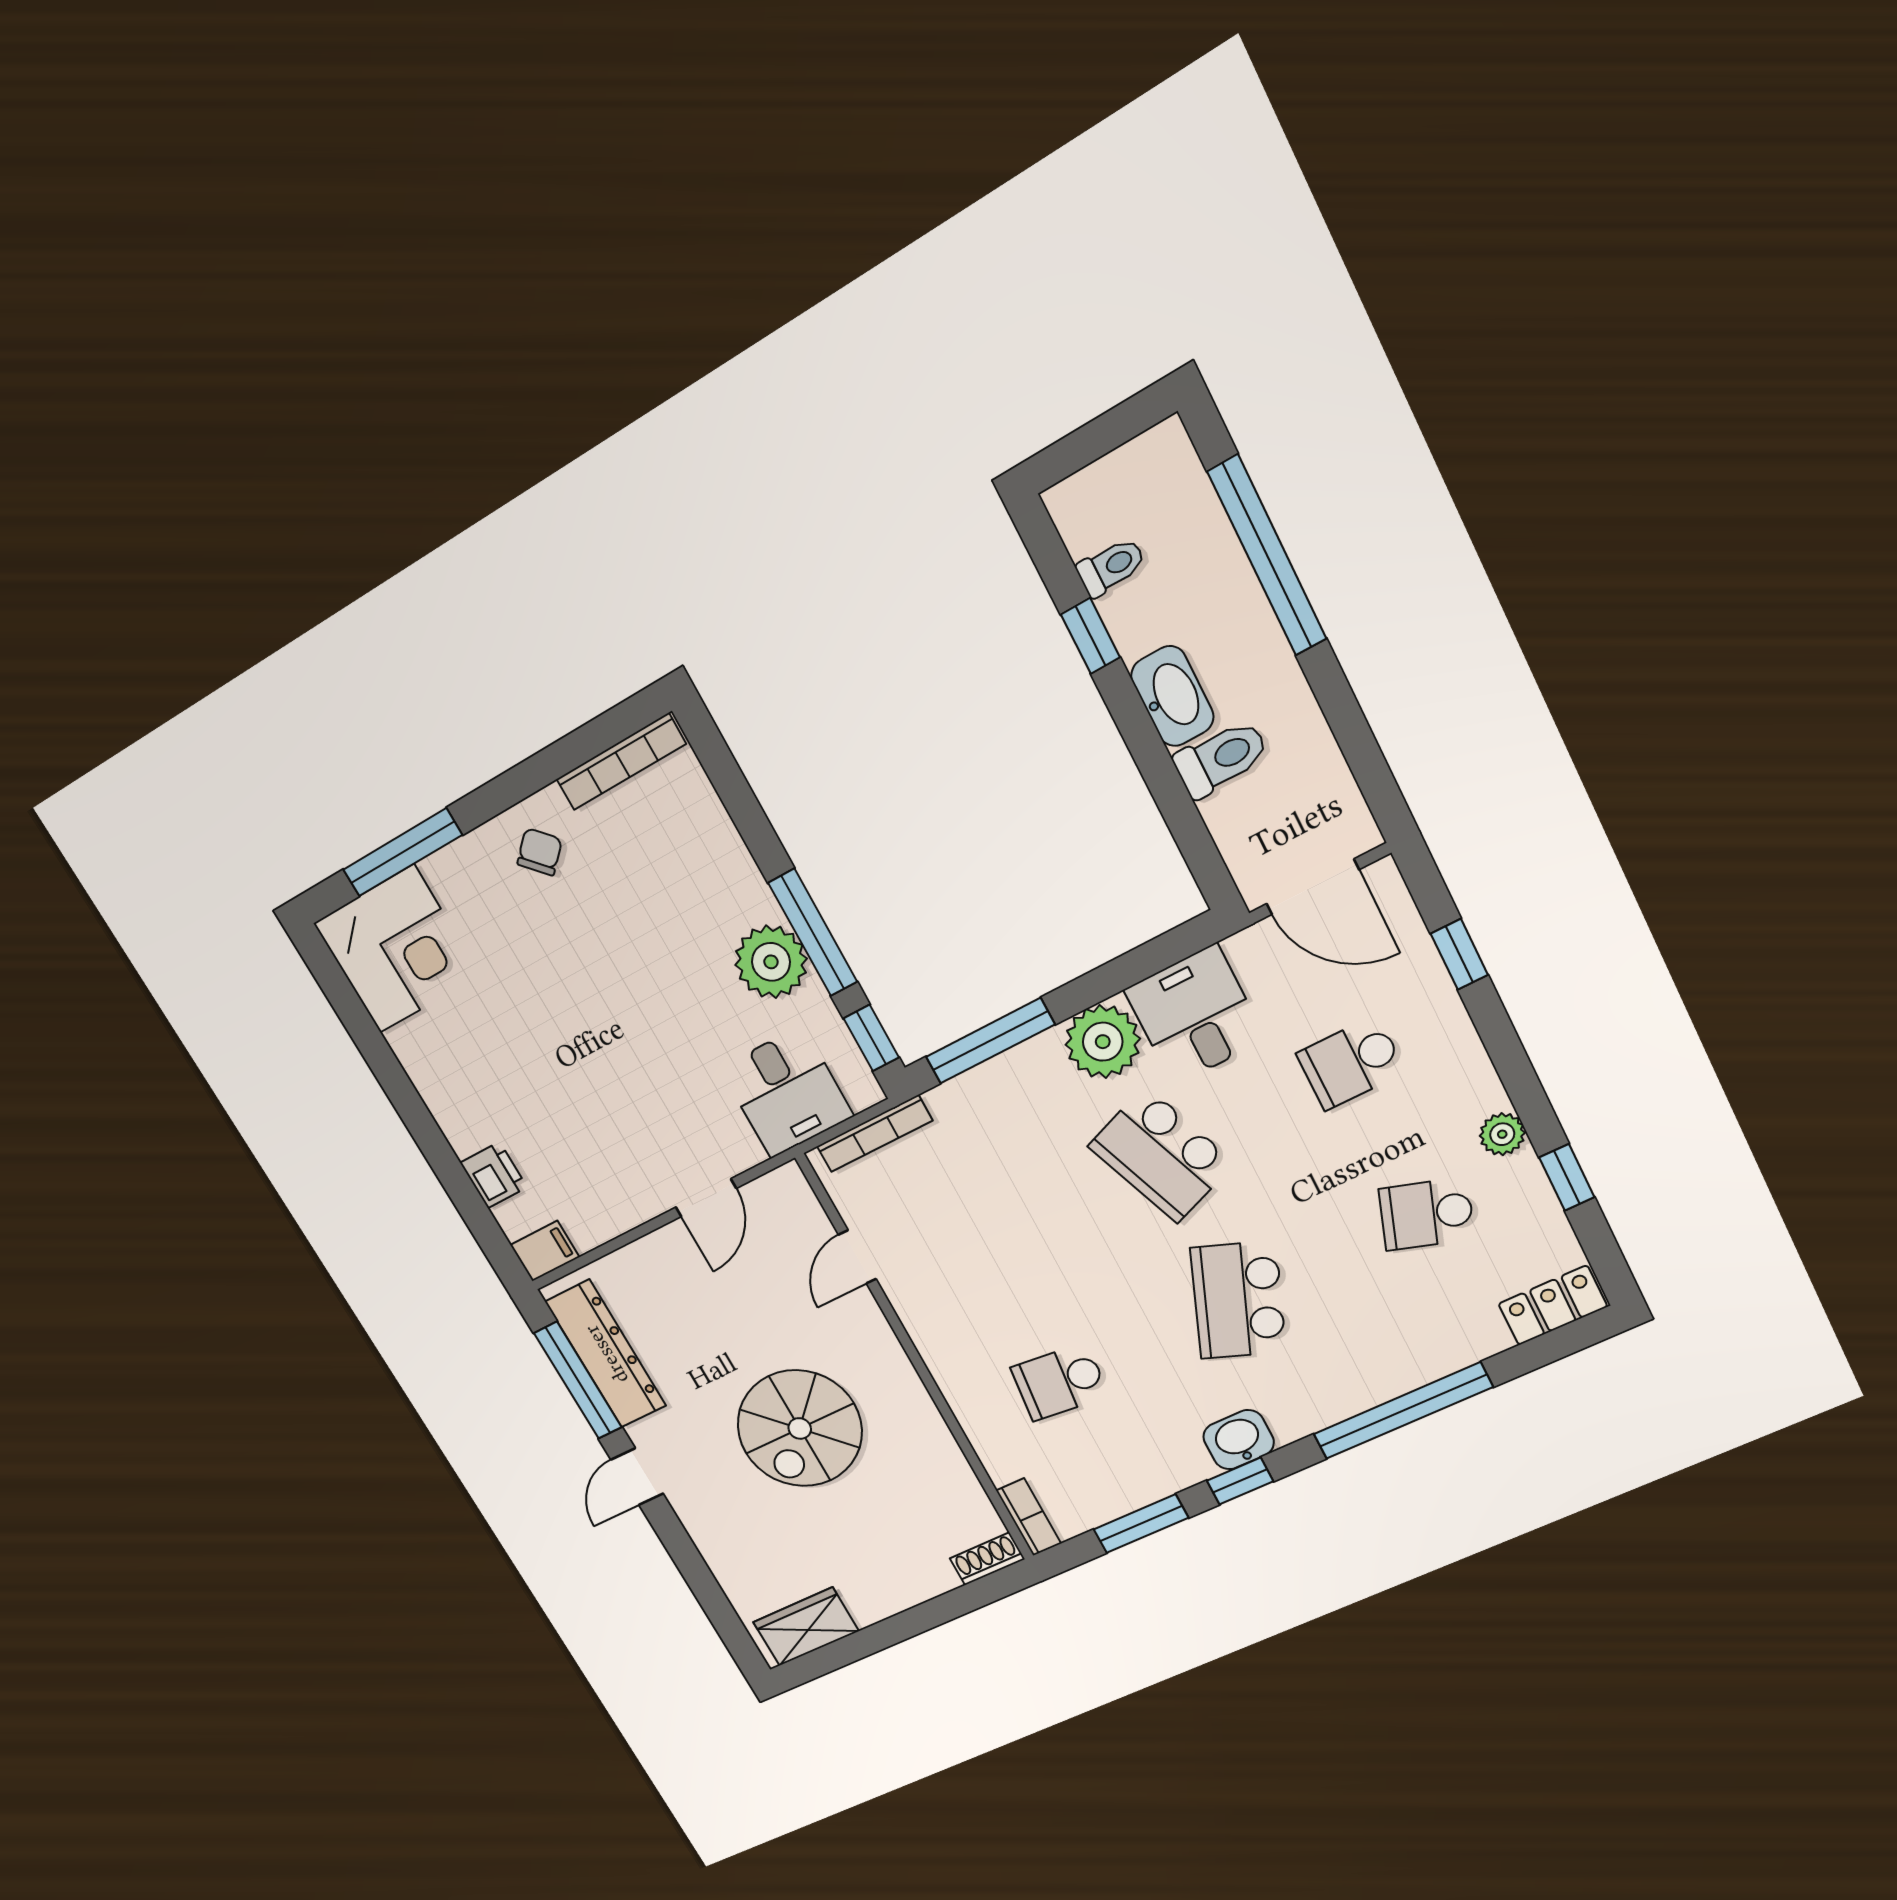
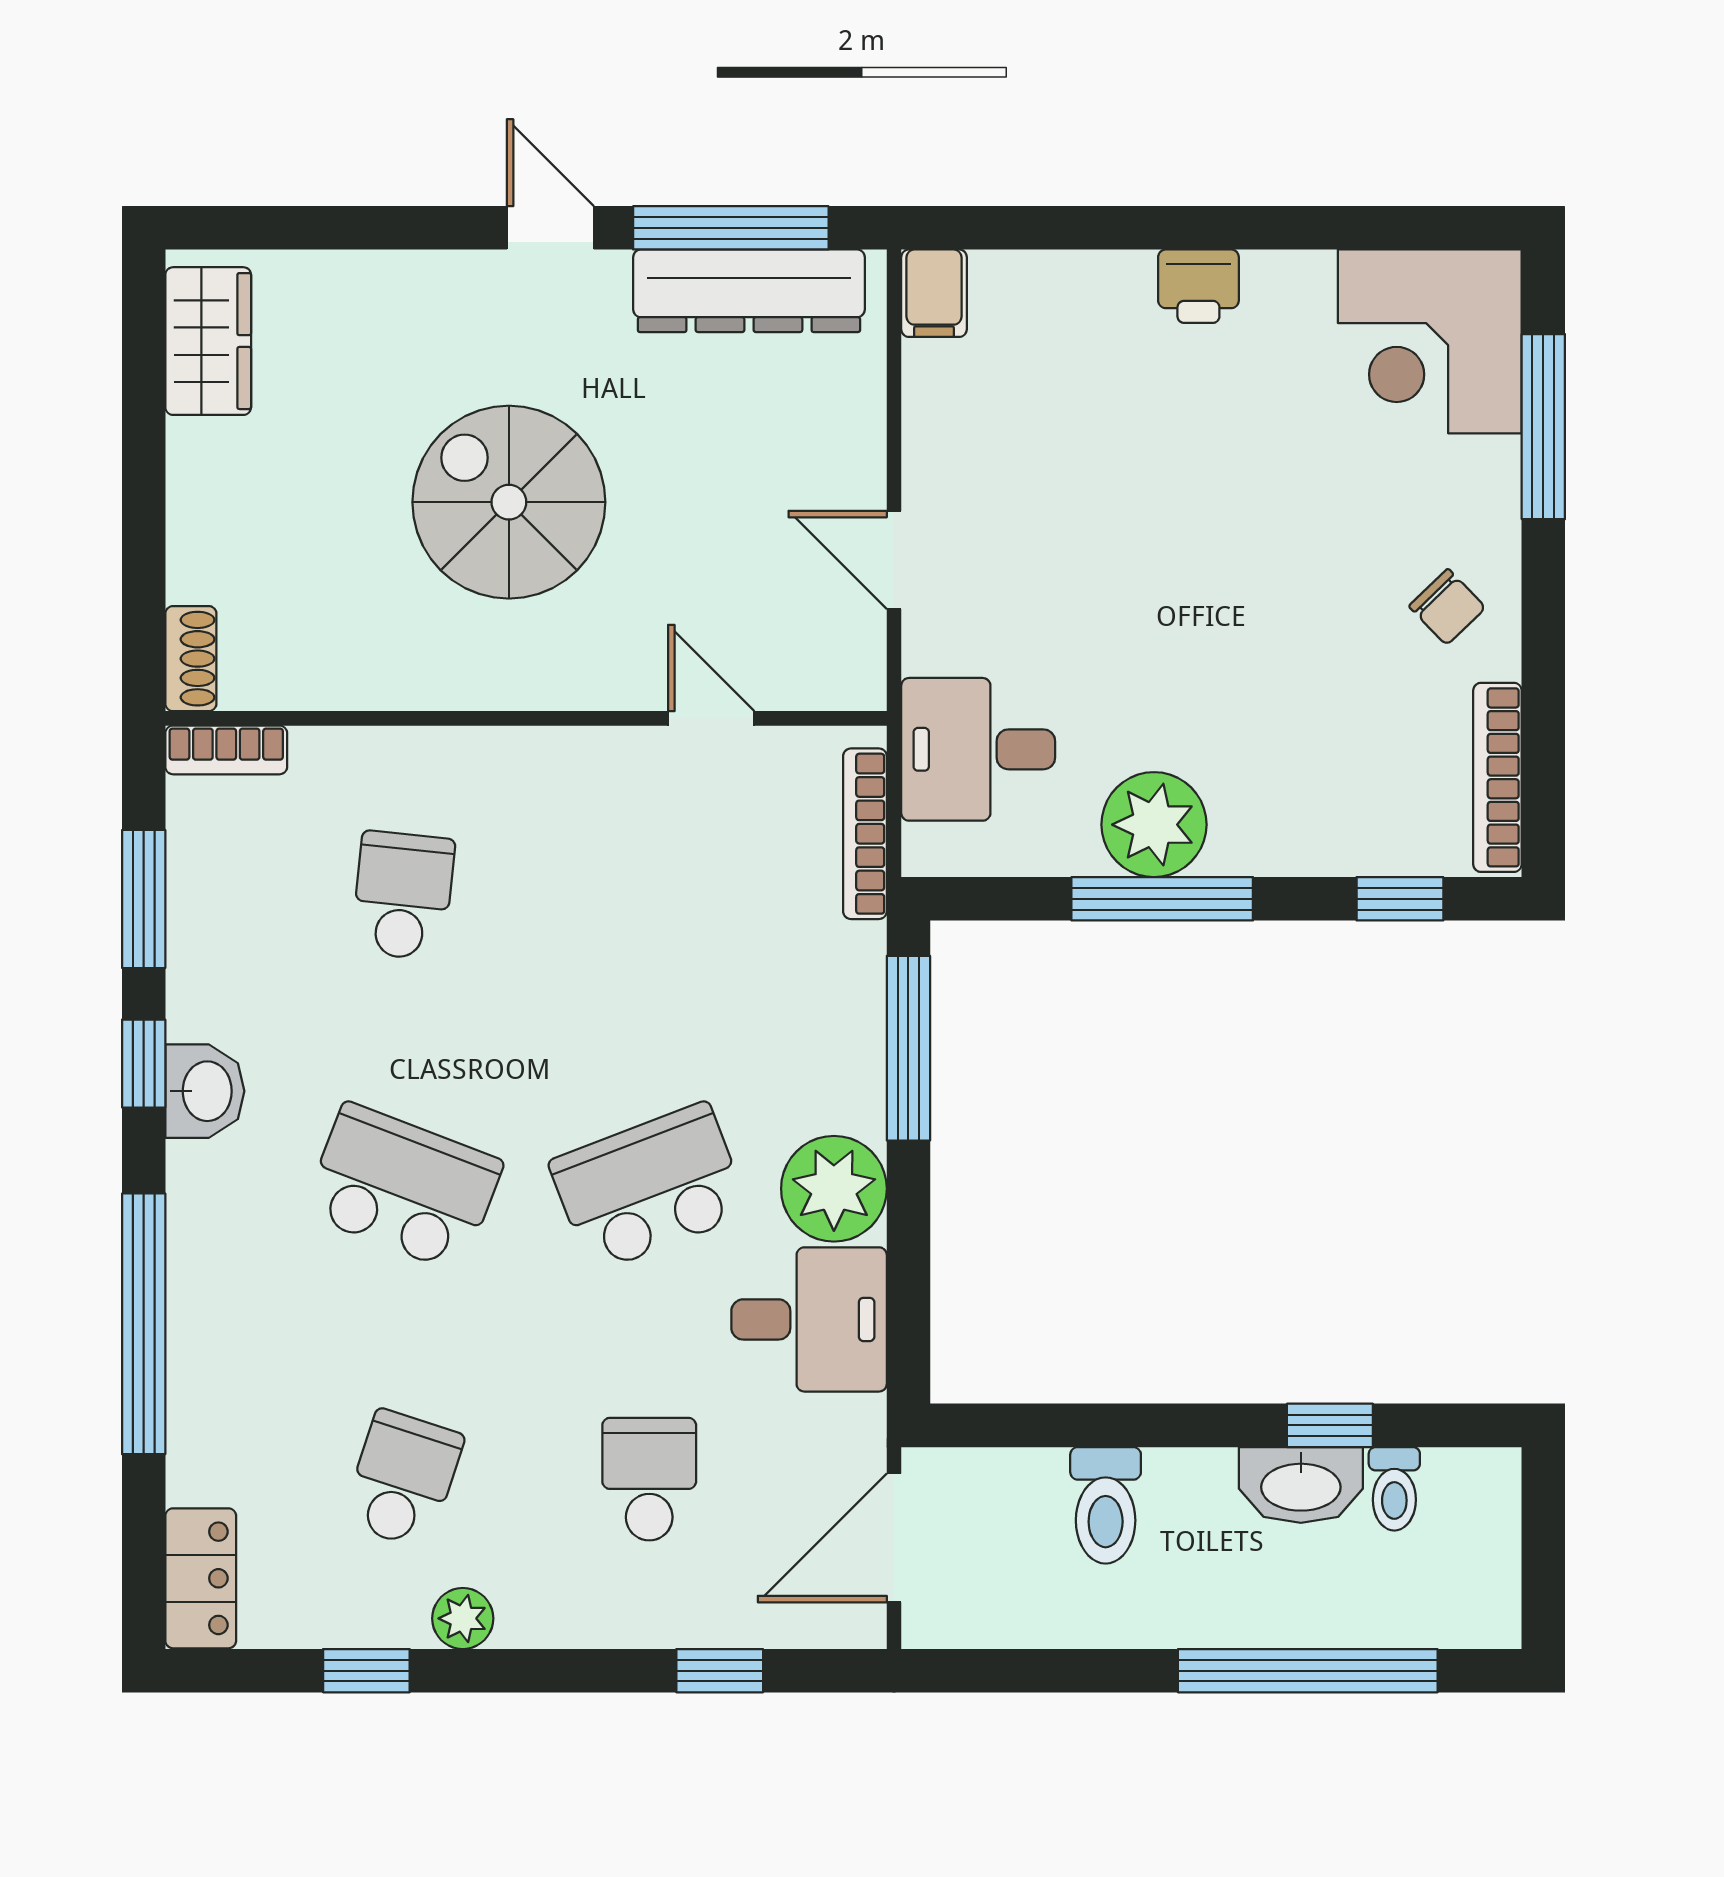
washbasin: (1172, 696) -> (1301, 1485), moved
window: (871, 1038) -> (1400, 899), moved
printer: (494, 1175) -> (1198, 286), moved

